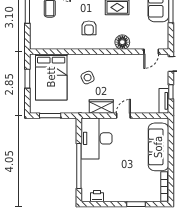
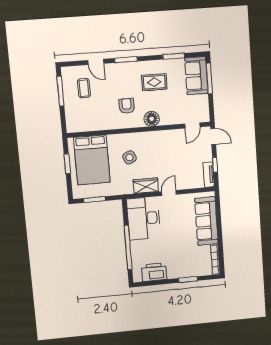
armchair: (89, 28) -> (127, 106), turned 180
floor lamp: (122, 42) -> (152, 119), moved
printer: (97, 196) -> (154, 272), width x1.87, depth x1.48

